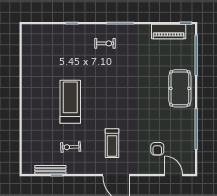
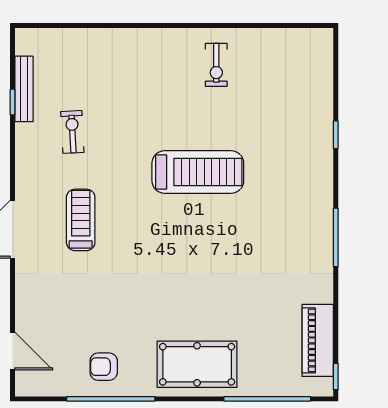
exercise bike: (105, 43) -> (216, 65), moved
treadmill: (70, 102) -> (198, 172), moved
treadmill: (112, 143) -> (81, 220), turned 90
armchair: (157, 149) -> (104, 367), moved
door: (174, 175) -> (13, 351), hinge flipped

